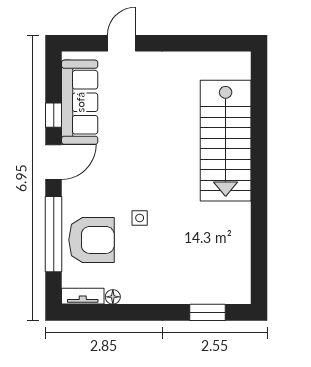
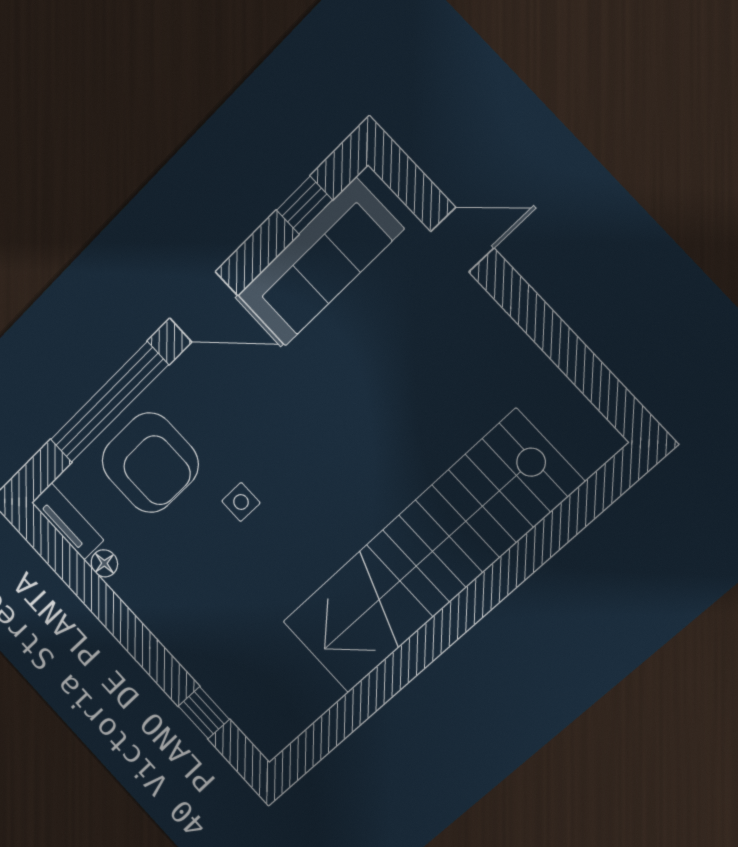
window: (54, 115) -> (304, 205), moved
stairs: (226, 141) -> (430, 553), width x1.36
window: (208, 312) -> (204, 713), width x0.67

